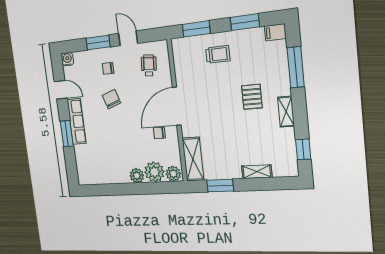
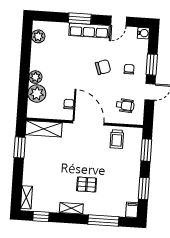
trolley: (218, 54) -> (117, 139), moved
shelving: (257, 172) -> (26, 197), moved
plant: (173, 174) -> (38, 36), moved

